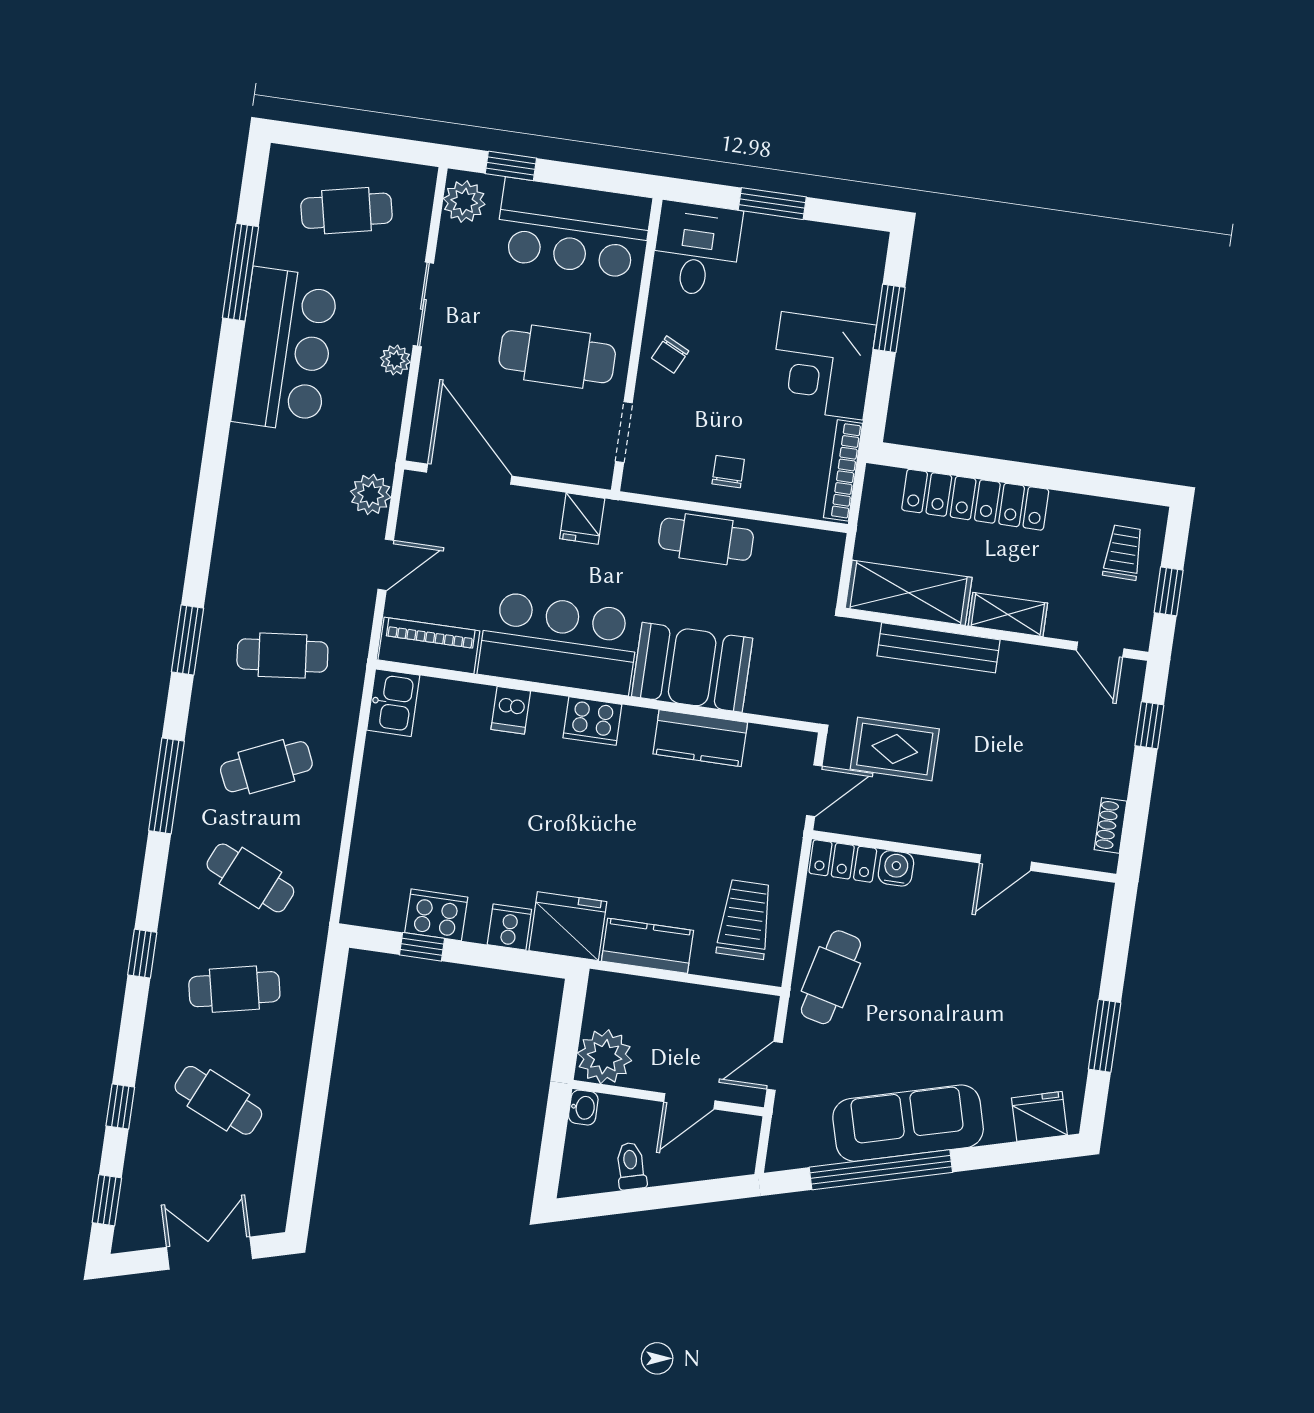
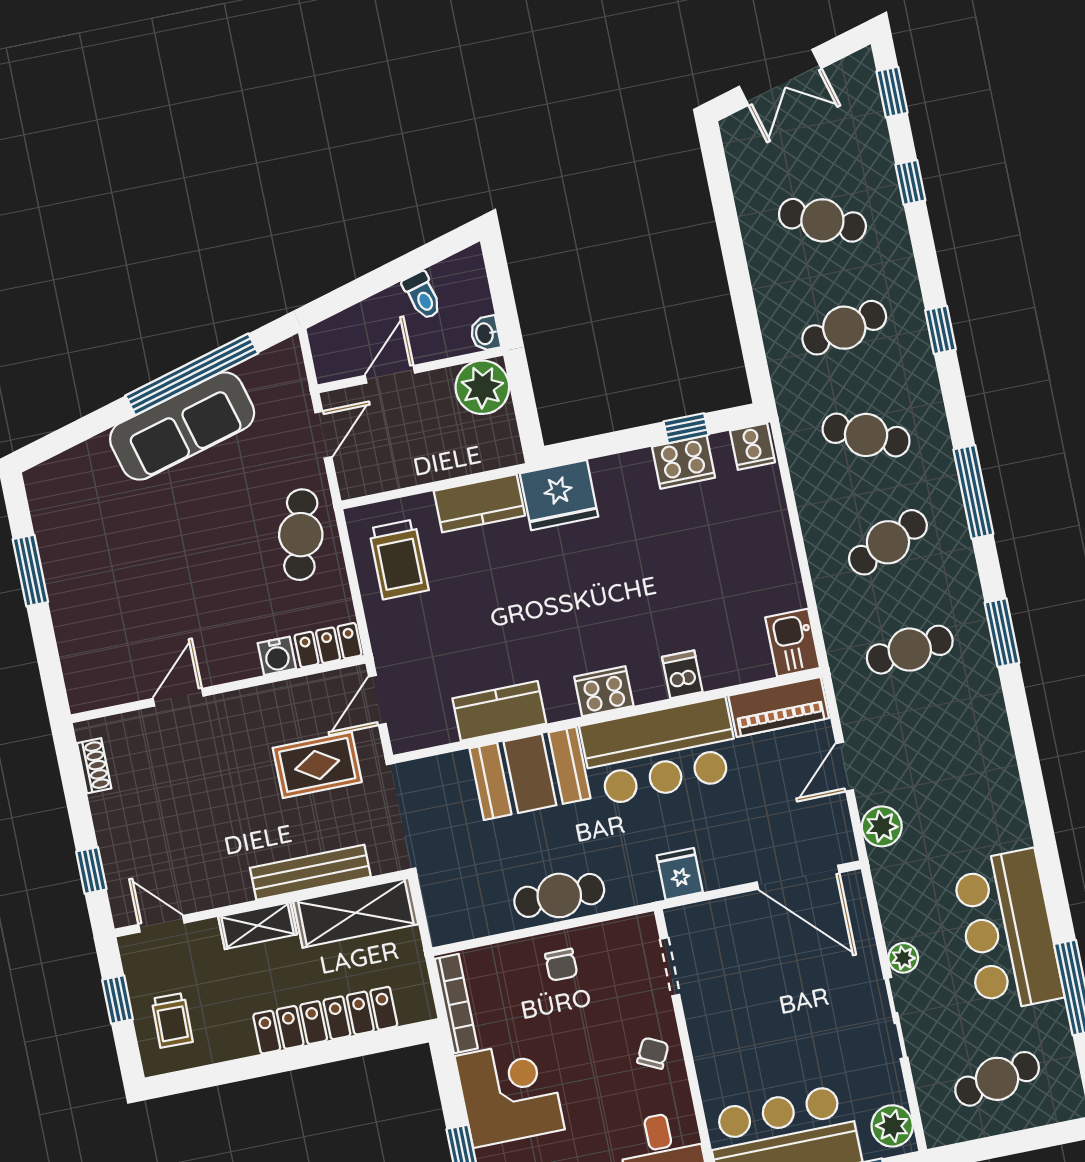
cafe table: (557, 357) -> (756, 1014), removed
cooker: (509, 927) -> (752, 446), moved
fridge: (1039, 1116) -> (64, 475), removed

